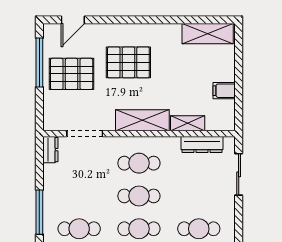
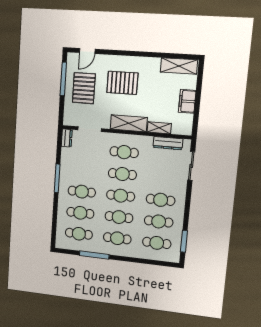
pallet: (72, 74) -> (84, 88), turned 90
filing cabinet: (224, 91) -> (187, 101), width x2.00

